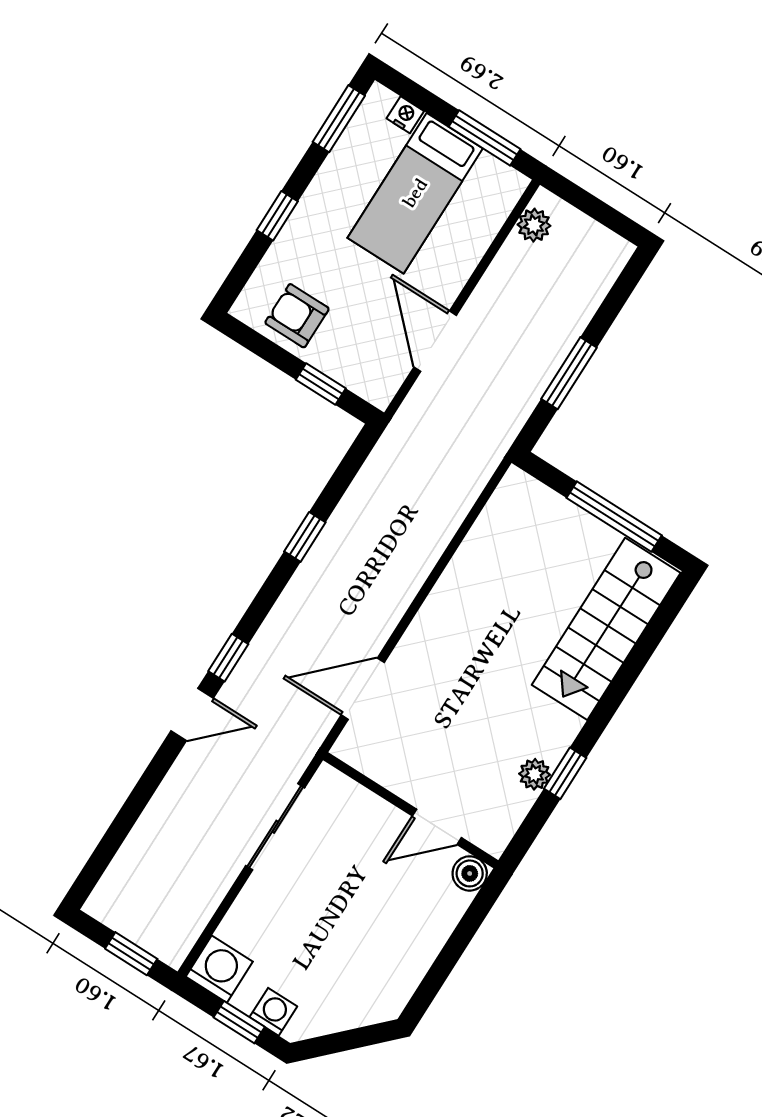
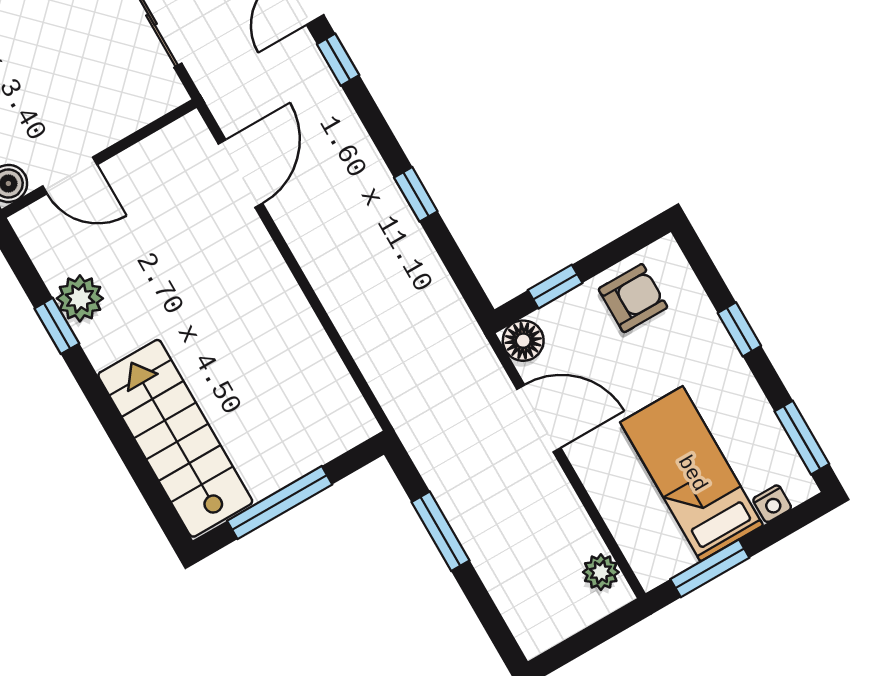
floor lamp: (378, 387) -> (523, 341), added
plant: (535, 774) -> (80, 298), width x1.38, depth x1.38
door: (437, 827) -> (70, 175), swing flipped

